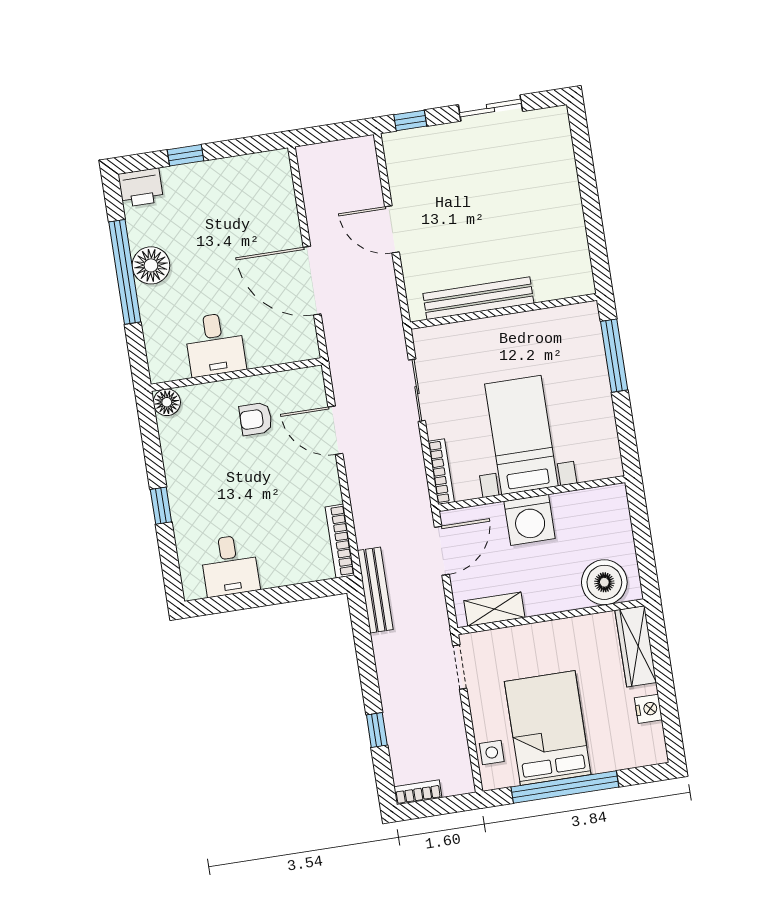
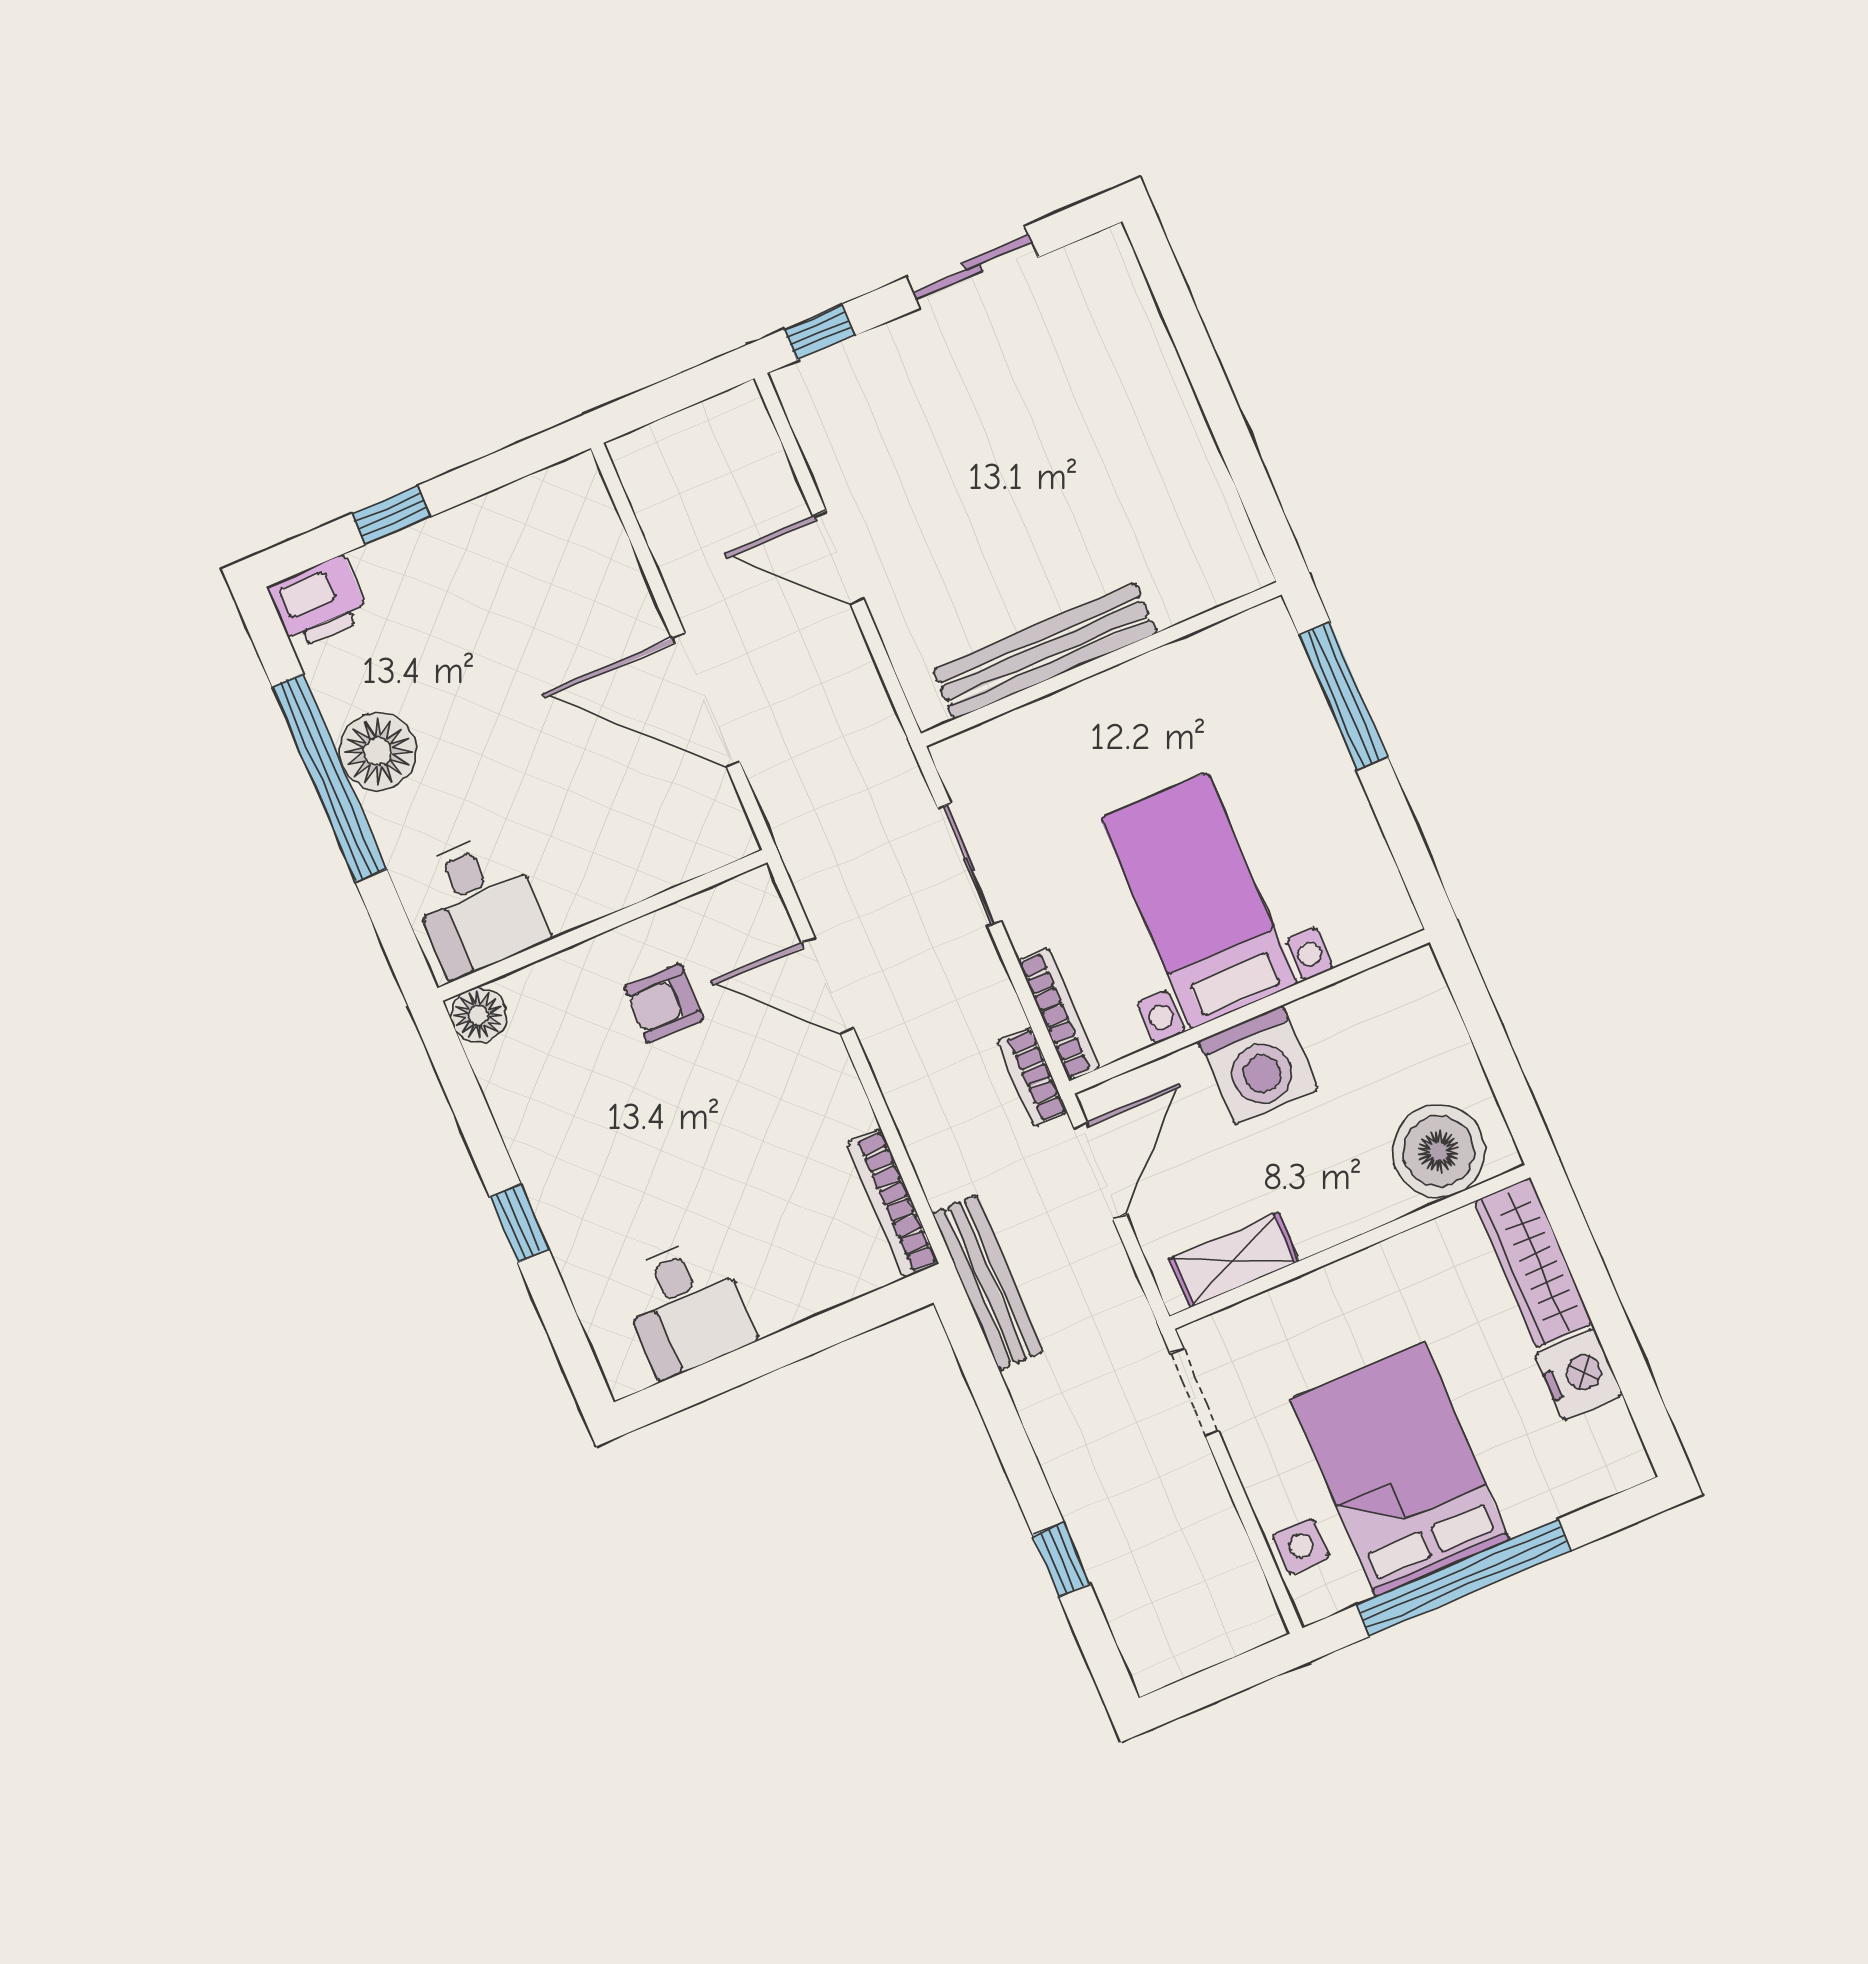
desk: (215, 344) -> (478, 905), moved
nightstand: (648, 709) -> (1579, 1375), width x1.36, depth x1.33
bookcase: (418, 792) -> (1032, 1077), moved, turned -90

